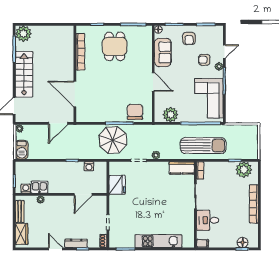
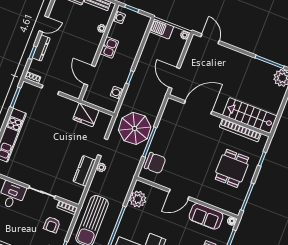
dining table: (115, 46) -> (232, 168), turned 90
stairs: (24, 74) -> (250, 116), moved, turned 180
kitchen counter: (182, 168) -> (84, 171), moved
armchair: (219, 178) -> (52, 225), added
kitchen sink: (39, 187) -> (109, 47), moved

